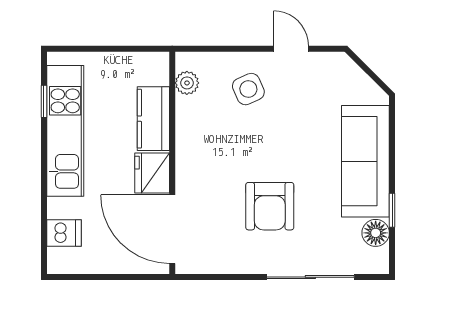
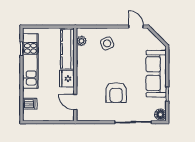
door: (291, 49) -> (136, 27), moved
kitchen counter: (153, 119) -> (67, 49), width x1.50
door: (172, 229) -> (75, 102), width x0.53
floor lamp: (376, 233) -> (160, 115), moved

